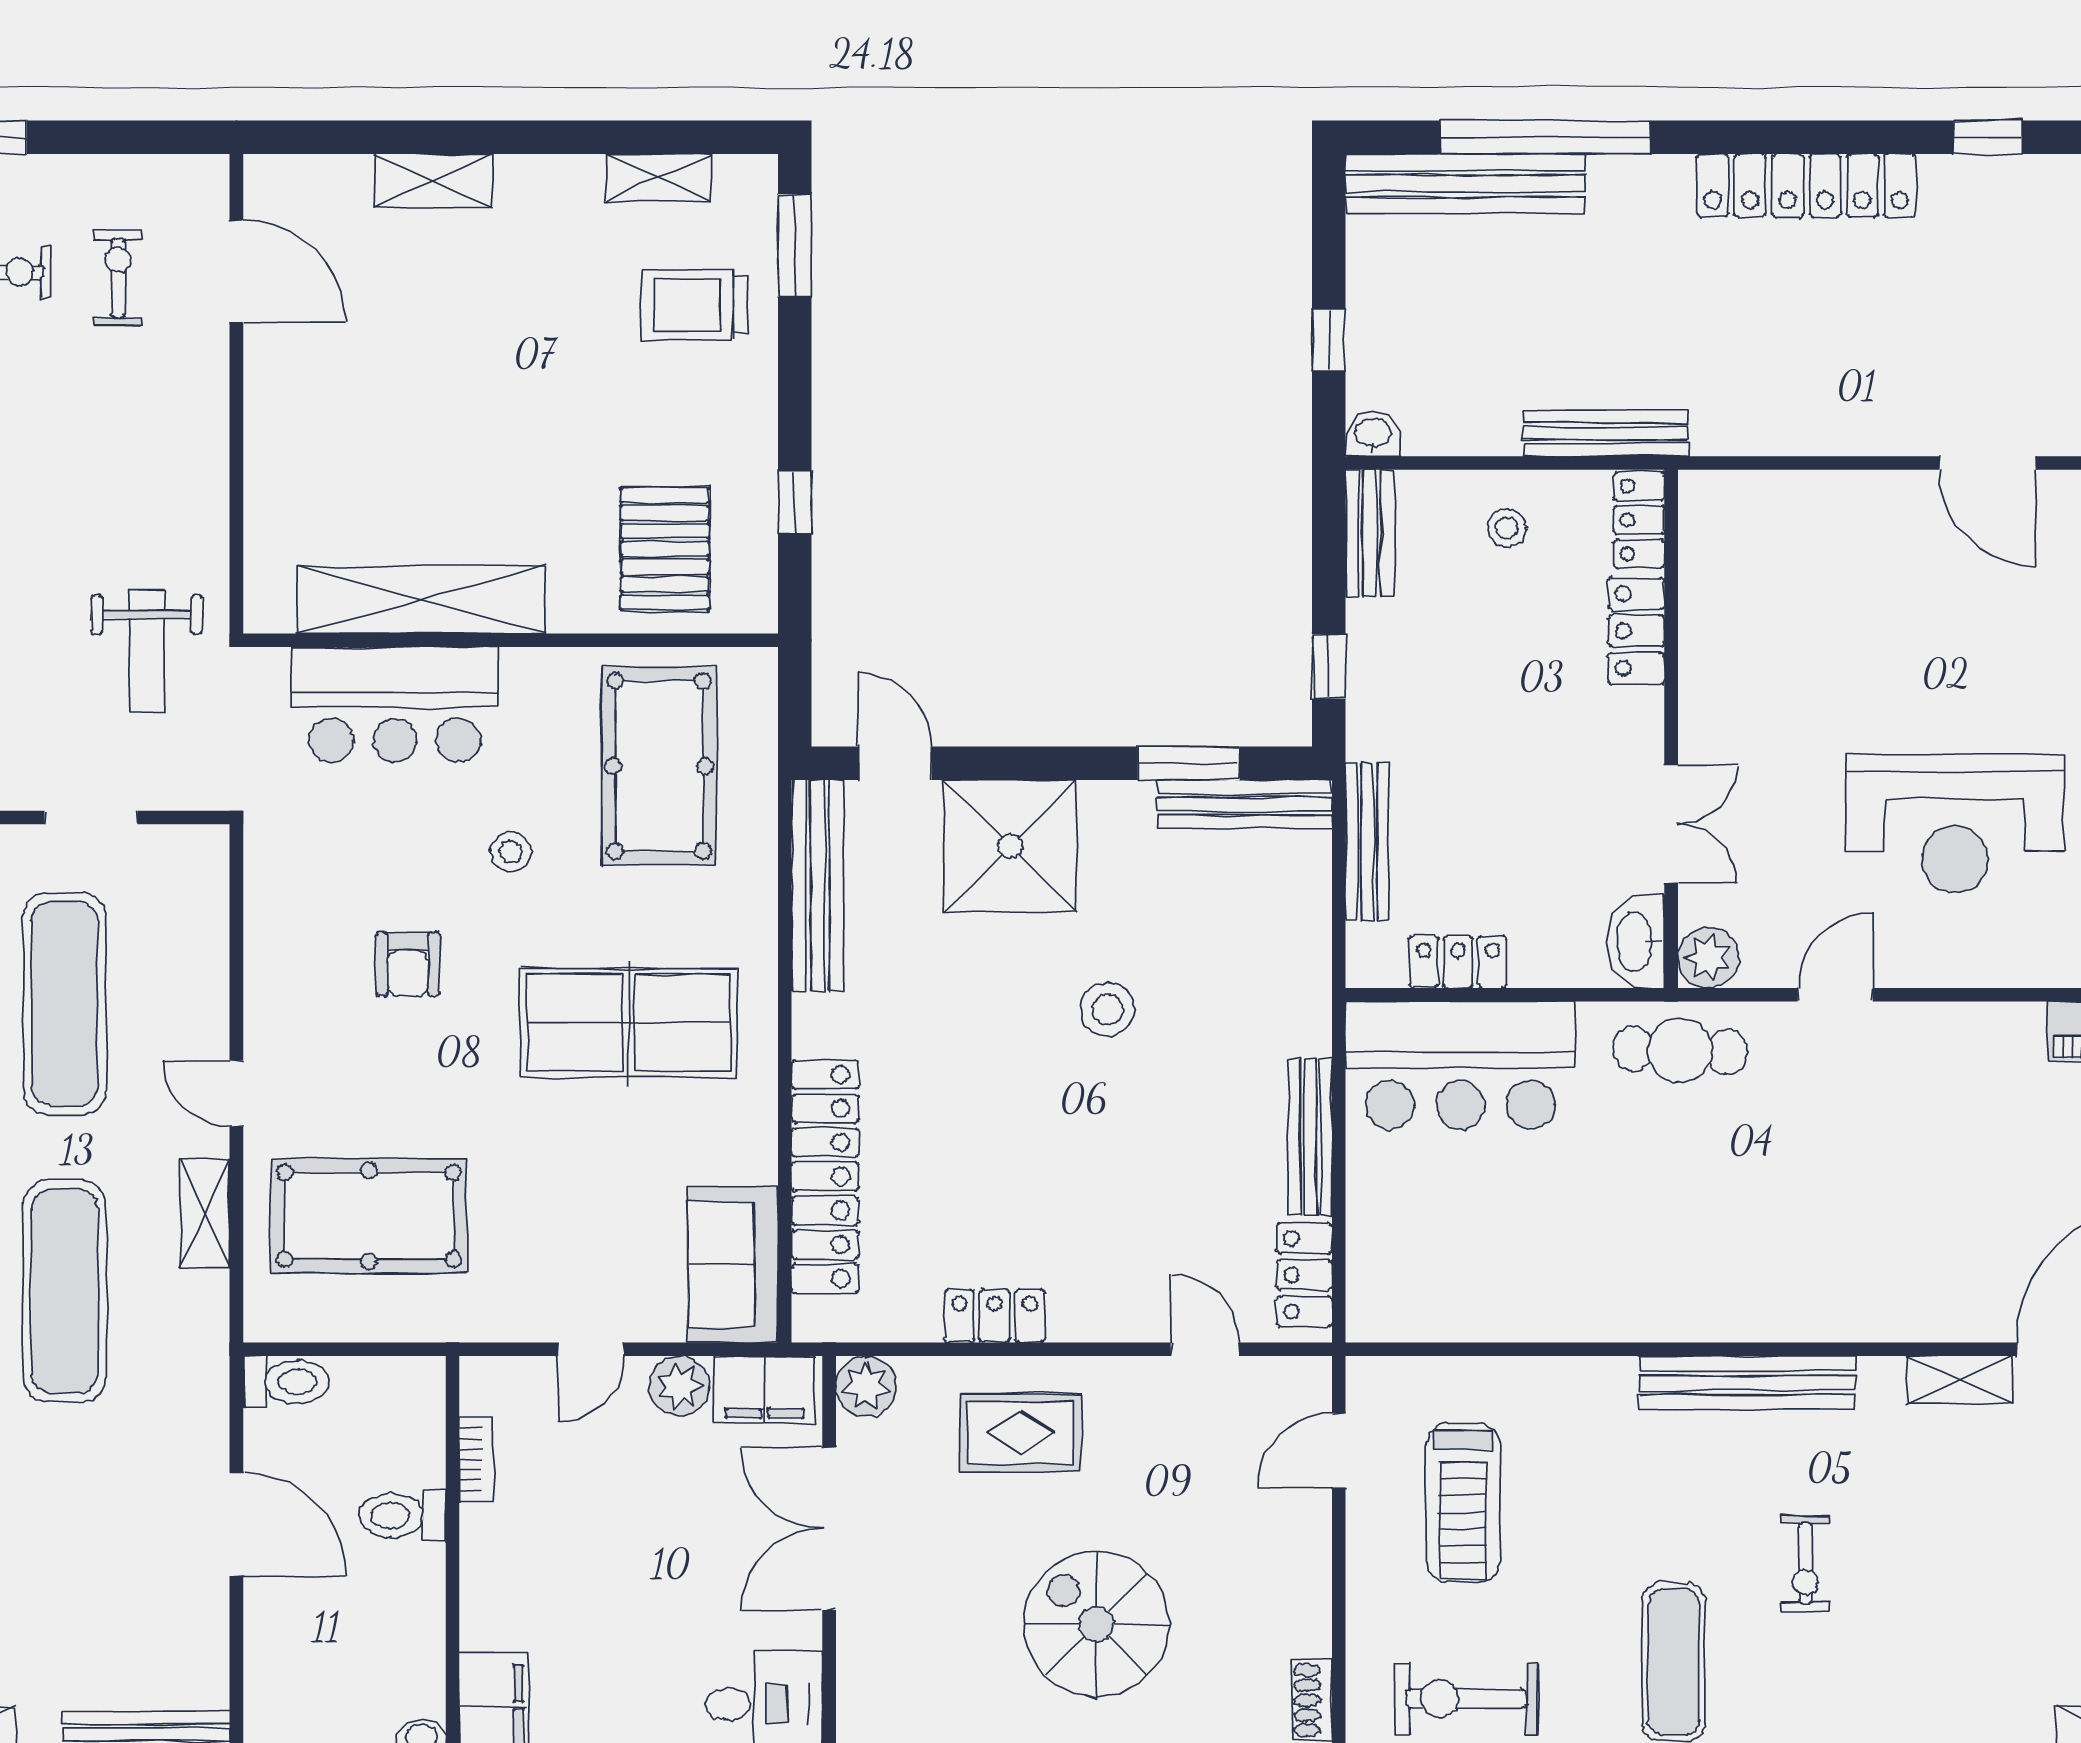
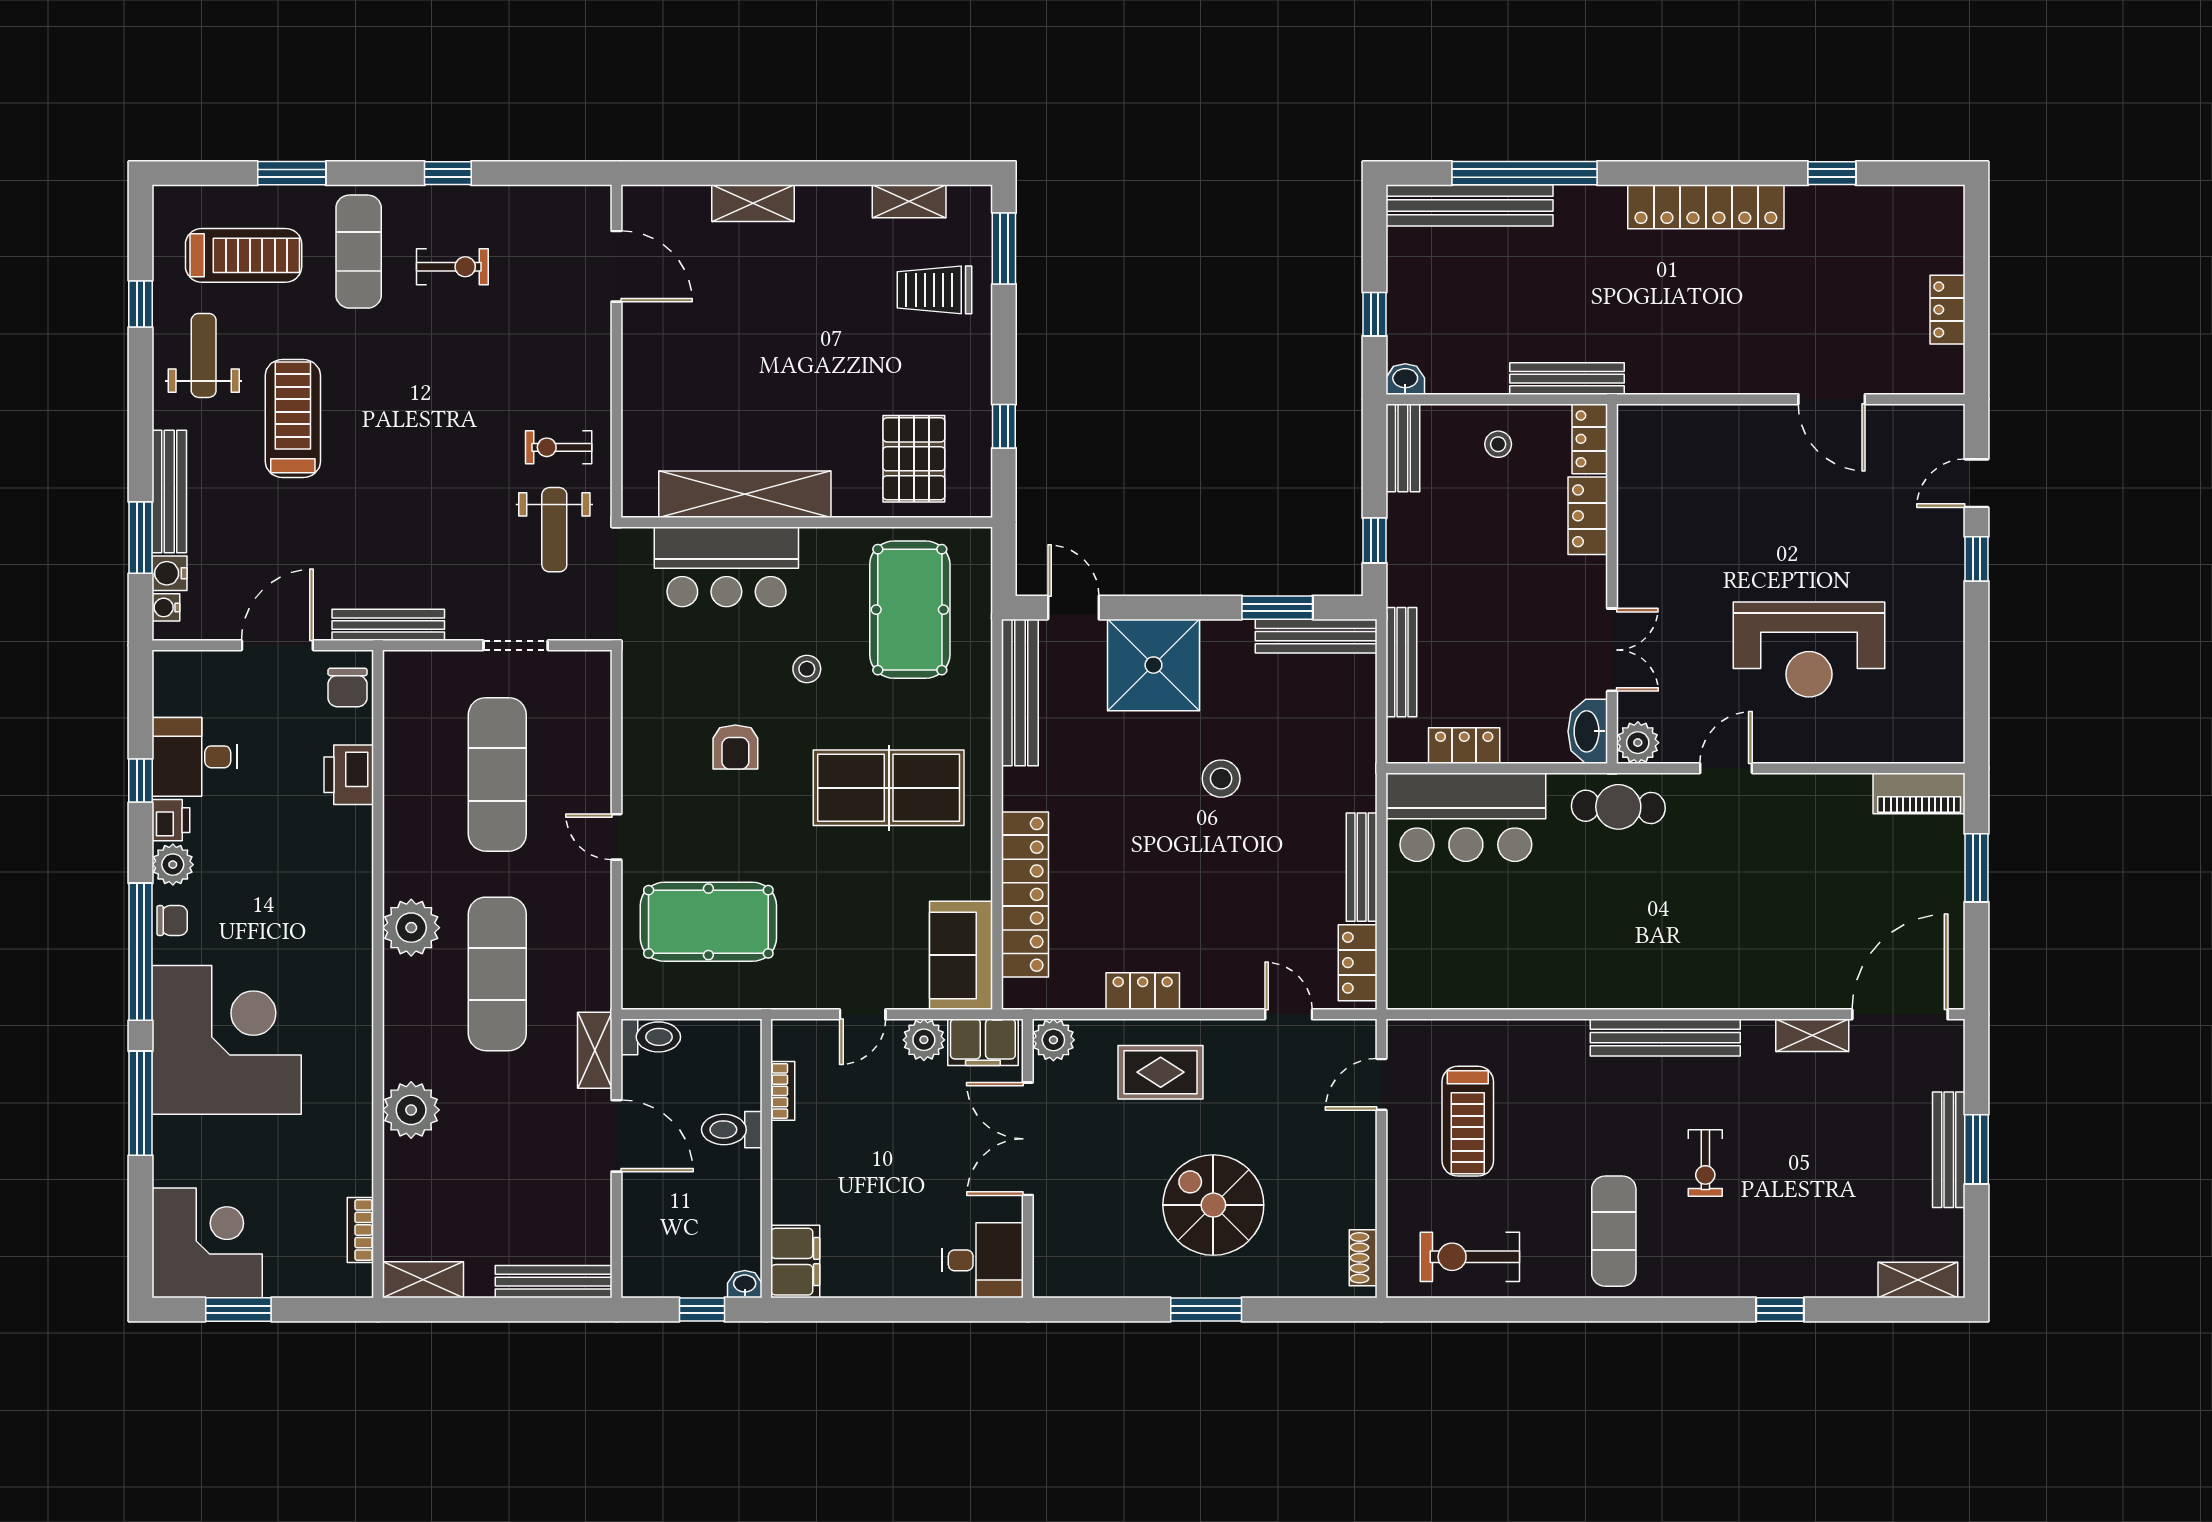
exercise bike: (118, 278) -> (559, 447), moved, turned -90
shelving: (205, 1213) -> (595, 1050), moved

